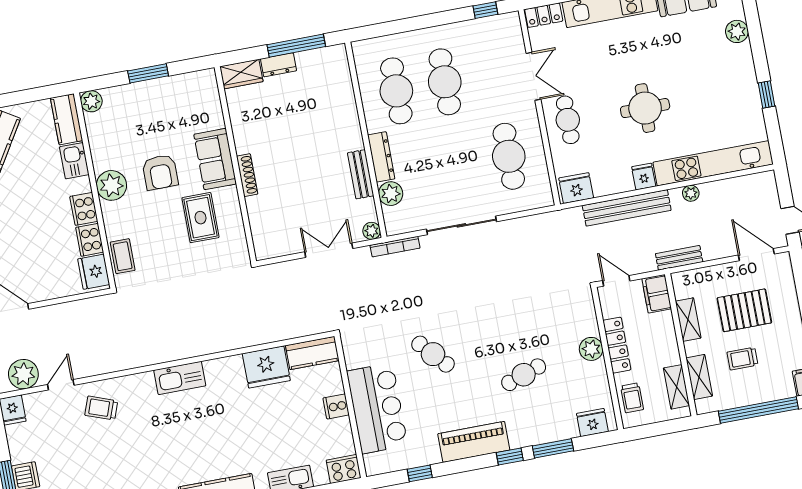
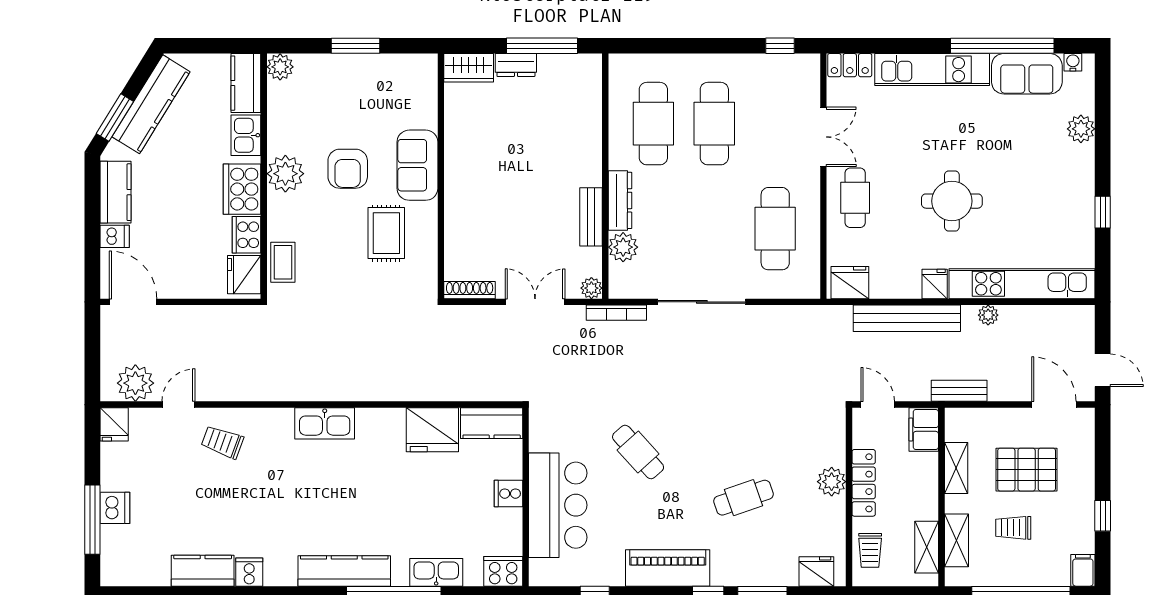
shoe rack: (247, 175) -> (470, 290), moved, turned -90
cooker: (84, 209) -> (242, 189), width x1.37, depth x1.31

